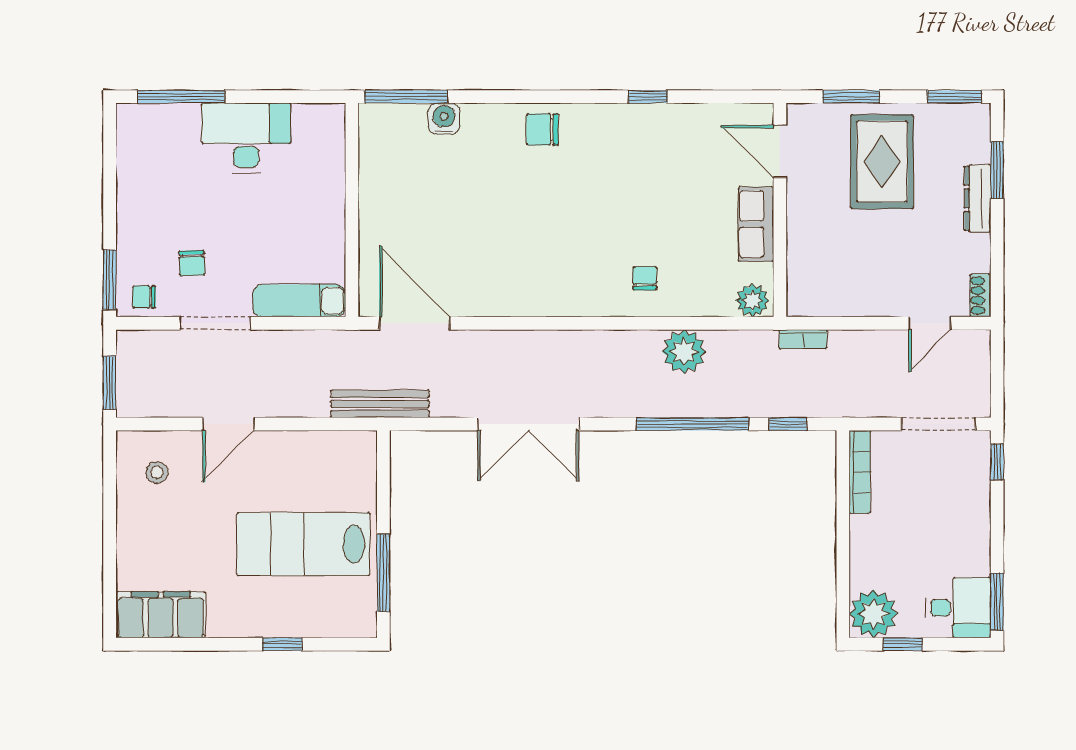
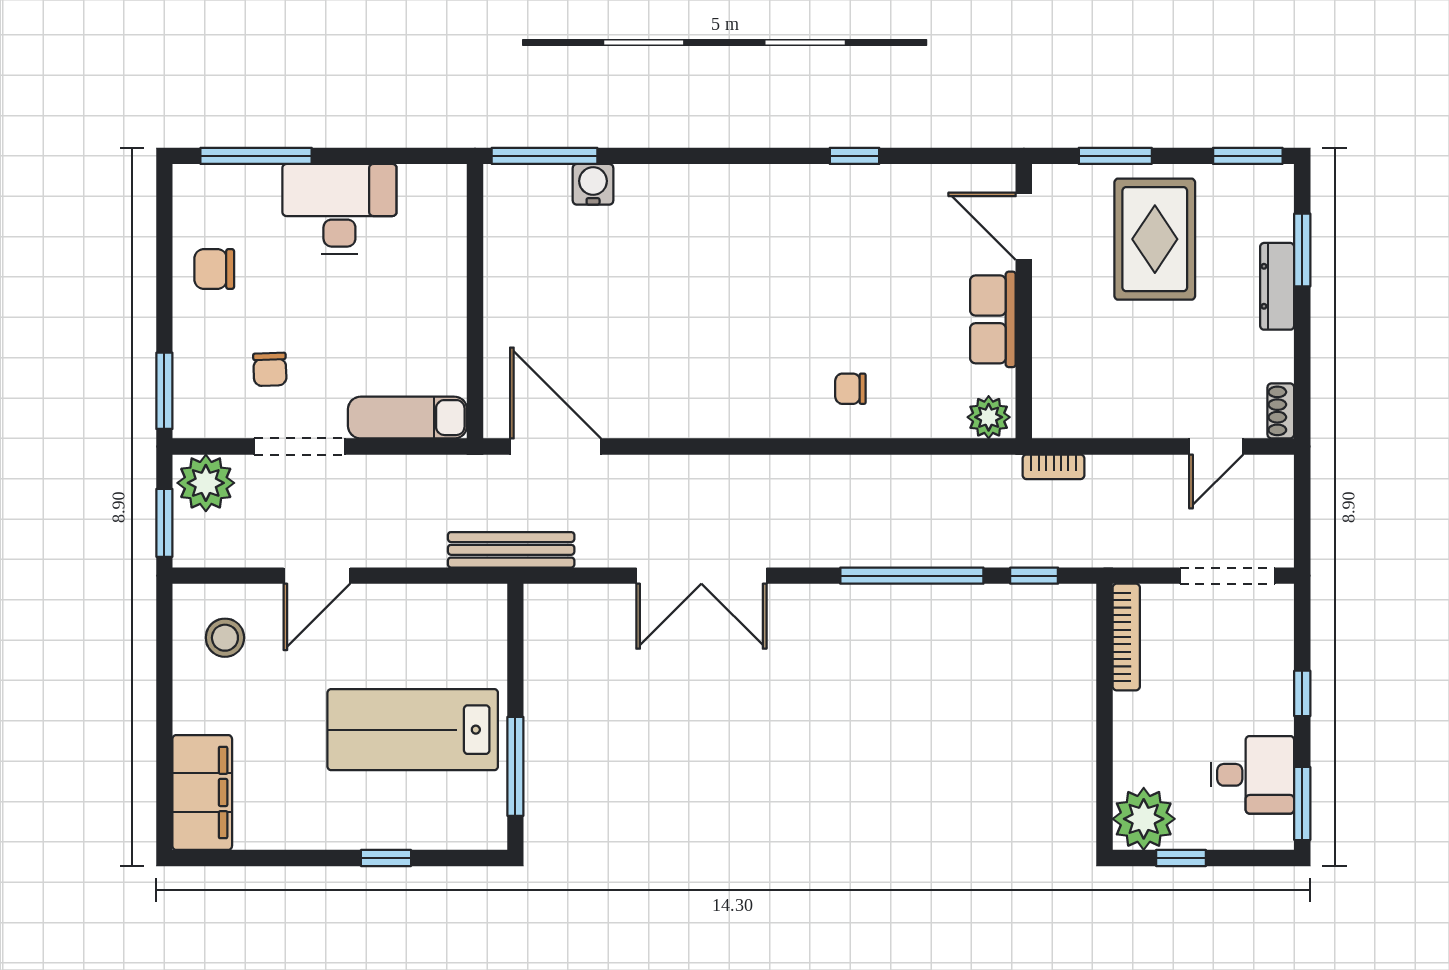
chair: (542, 129) -> (719, 198), removed
chair: (645, 278) -> (850, 389), turned -90
chair: (144, 297) -> (214, 269), moved, width x1.37, depth x1.37
plant: (684, 352) -> (206, 483), moved
window: (997, 462) -> (1302, 693), moved
stool: (157, 472) -> (225, 638), width x1.37, depth x1.37
desk: (958, 608) -> (1252, 775), moved
filing cabinet: (161, 615) -> (202, 792), moved, turned 90

